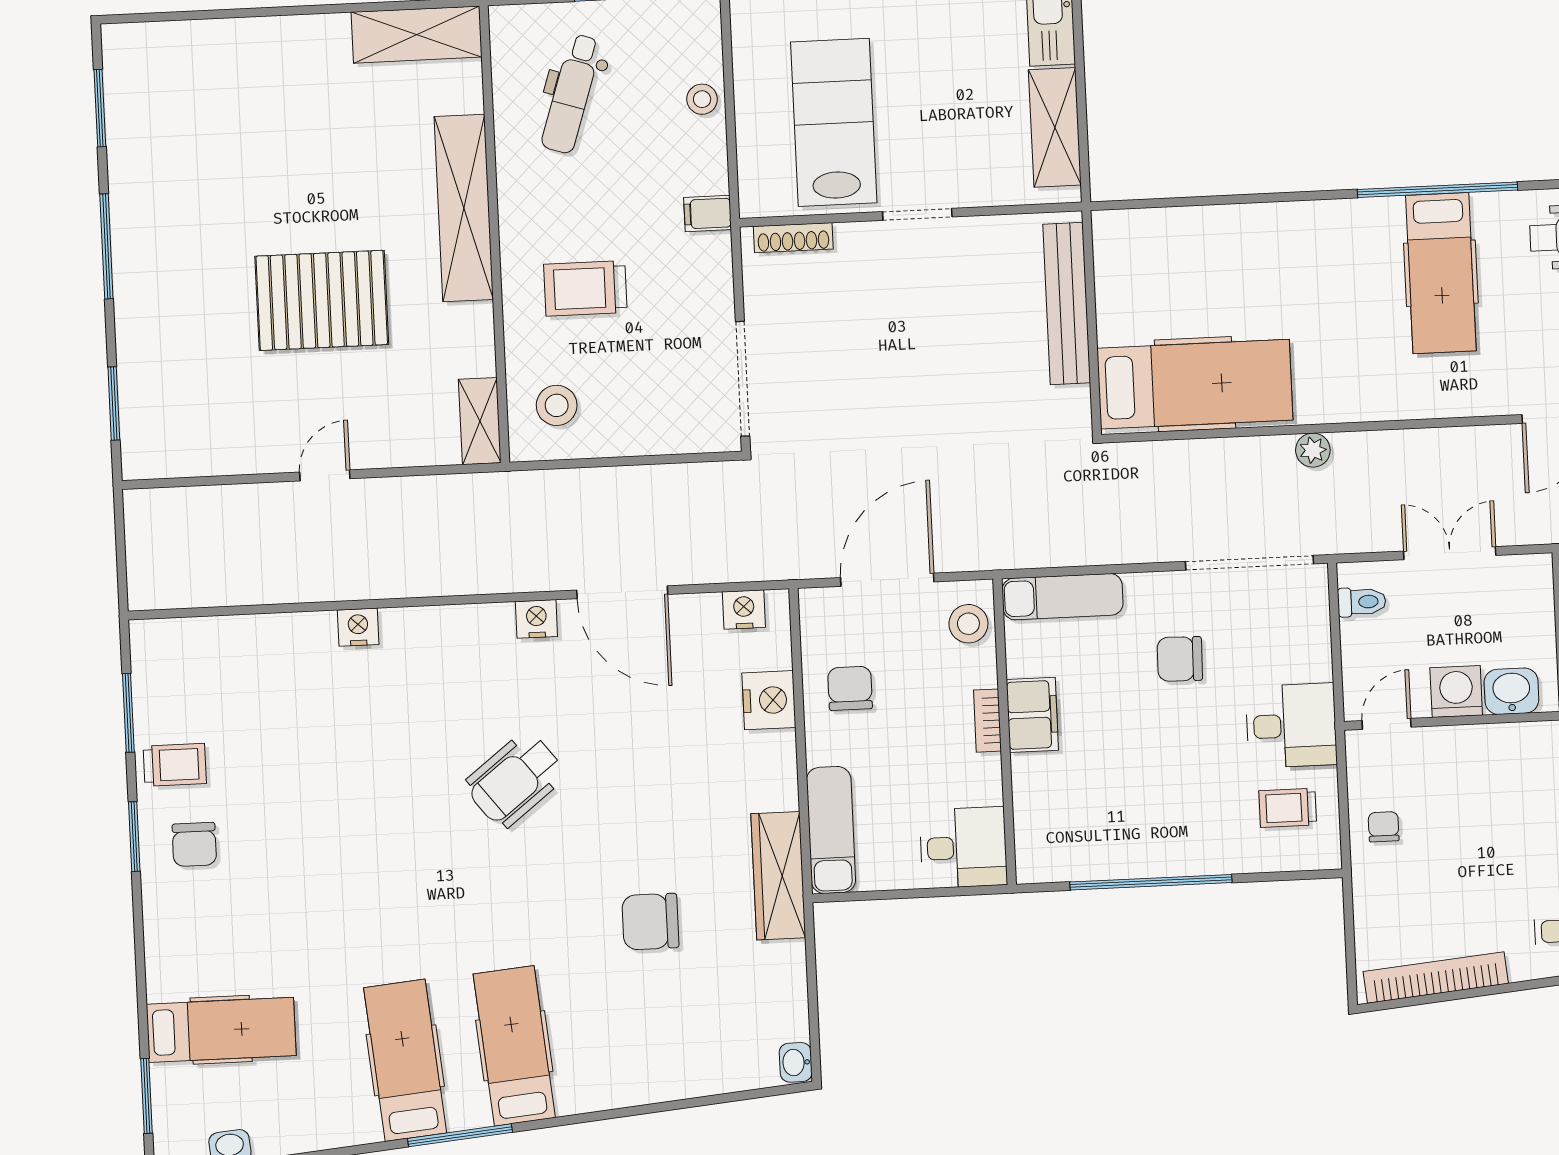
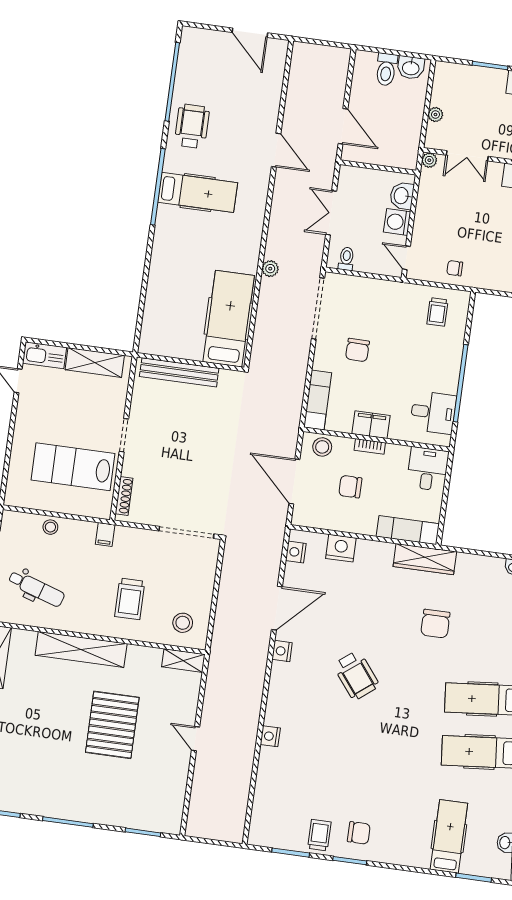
chair: (850, 688) -> (350, 487), moved
desk: (1291, 726) -> (433, 412), moved, turned 90

